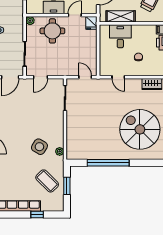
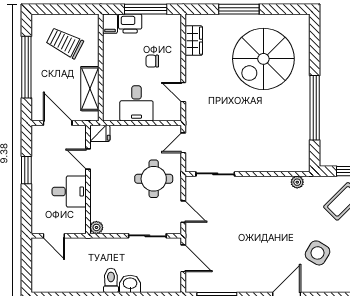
round table: (52, 31) -> (154, 179), moved
desk: (120, 36) -> (136, 103), moved, turned -90
door: (118, 77) -> (183, 92), swing flipped
side table: (39, 147) -> (318, 253), moved

